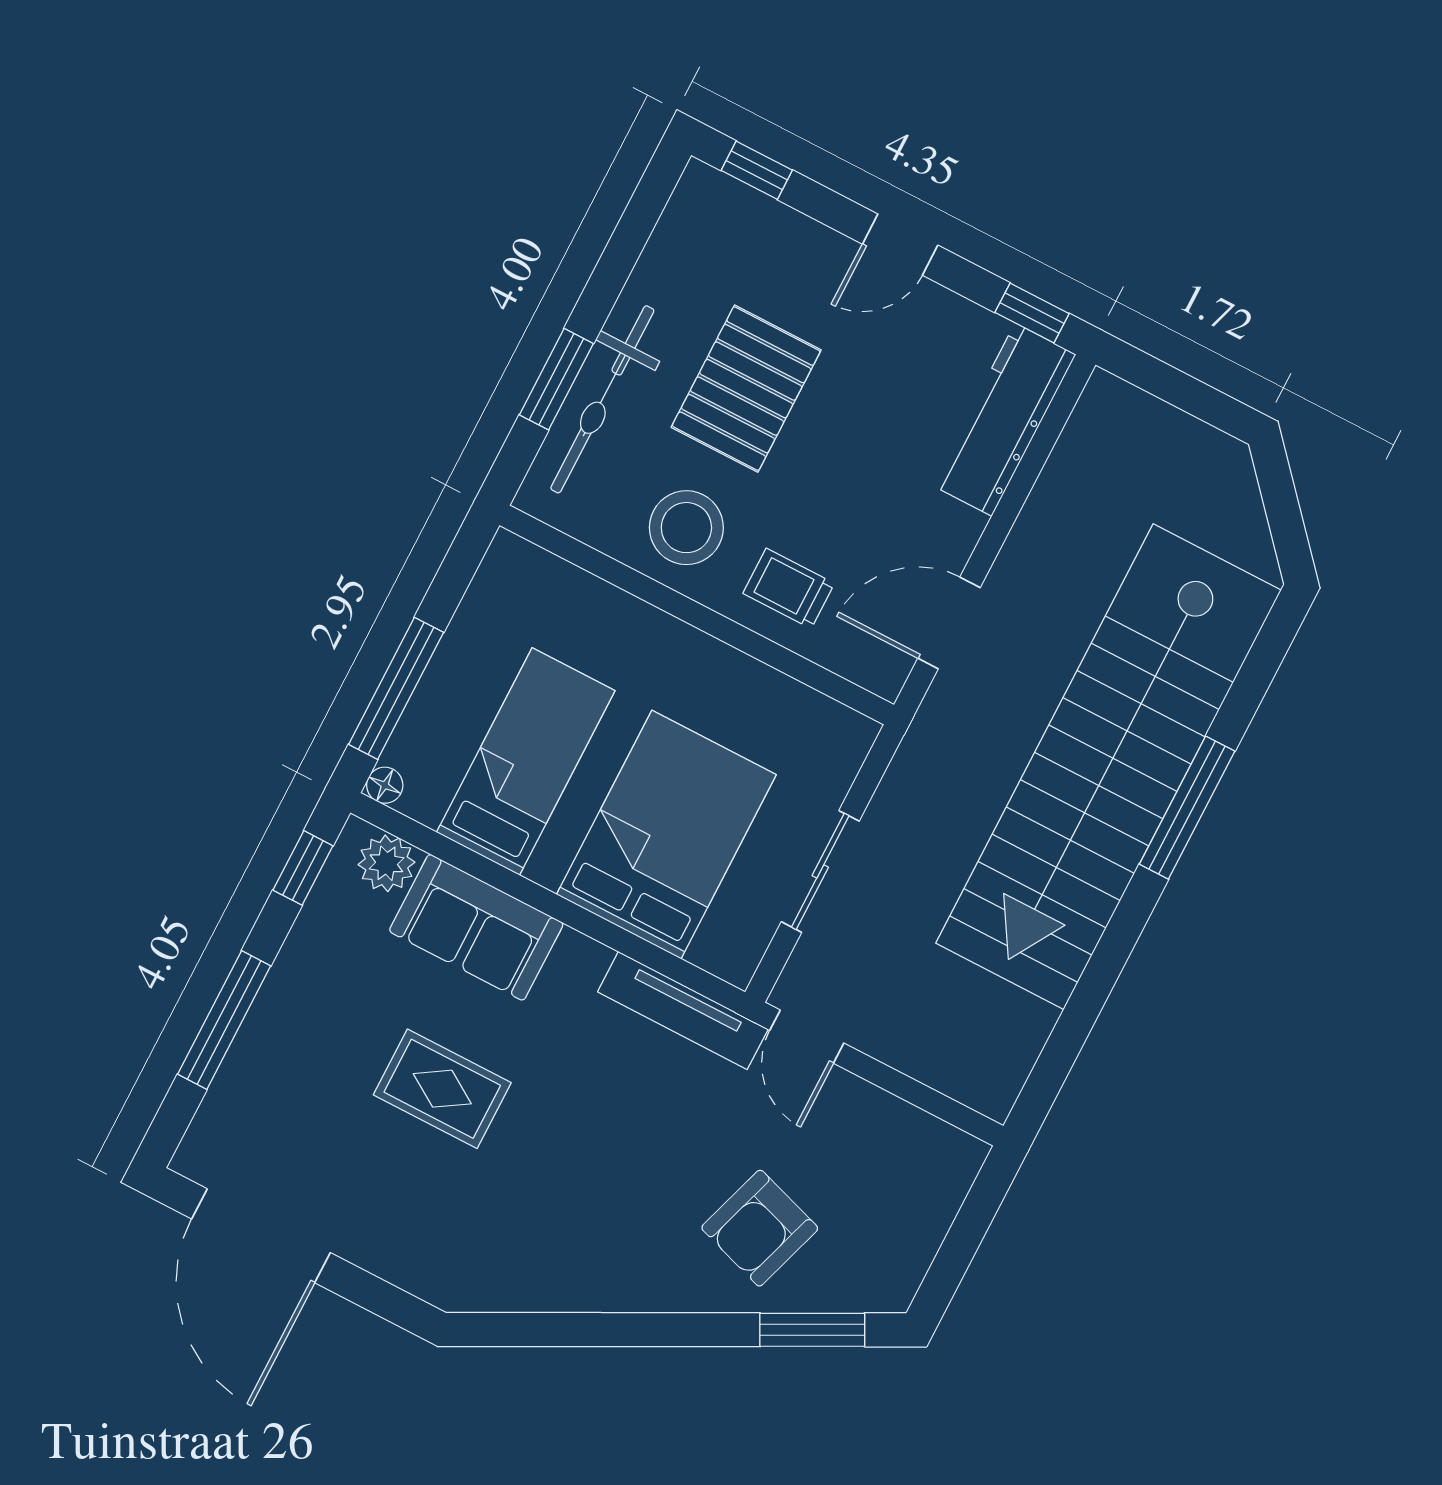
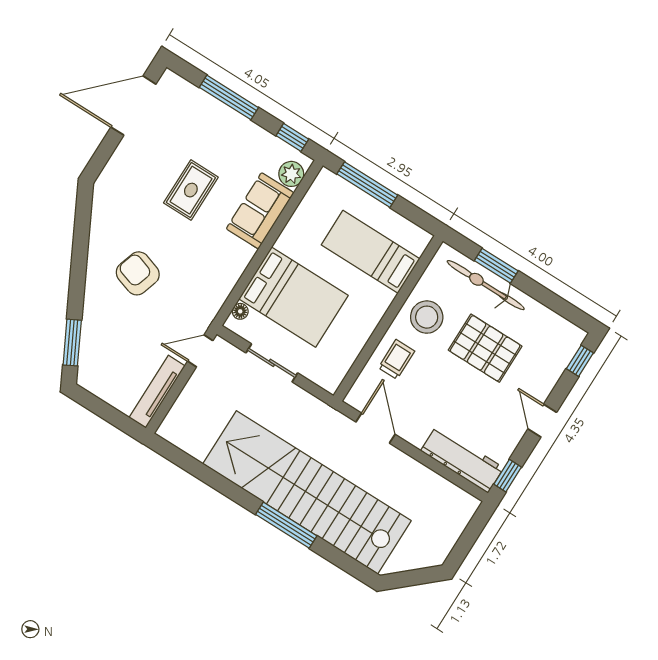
bed: (526, 761) -> (371, 252), moved, turned 180
floor lamp: (385, 785) -> (240, 311), moved
tv unit: (683, 1011) -> (157, 392), moved
armchair: (760, 1228) -> (138, 273), moved

